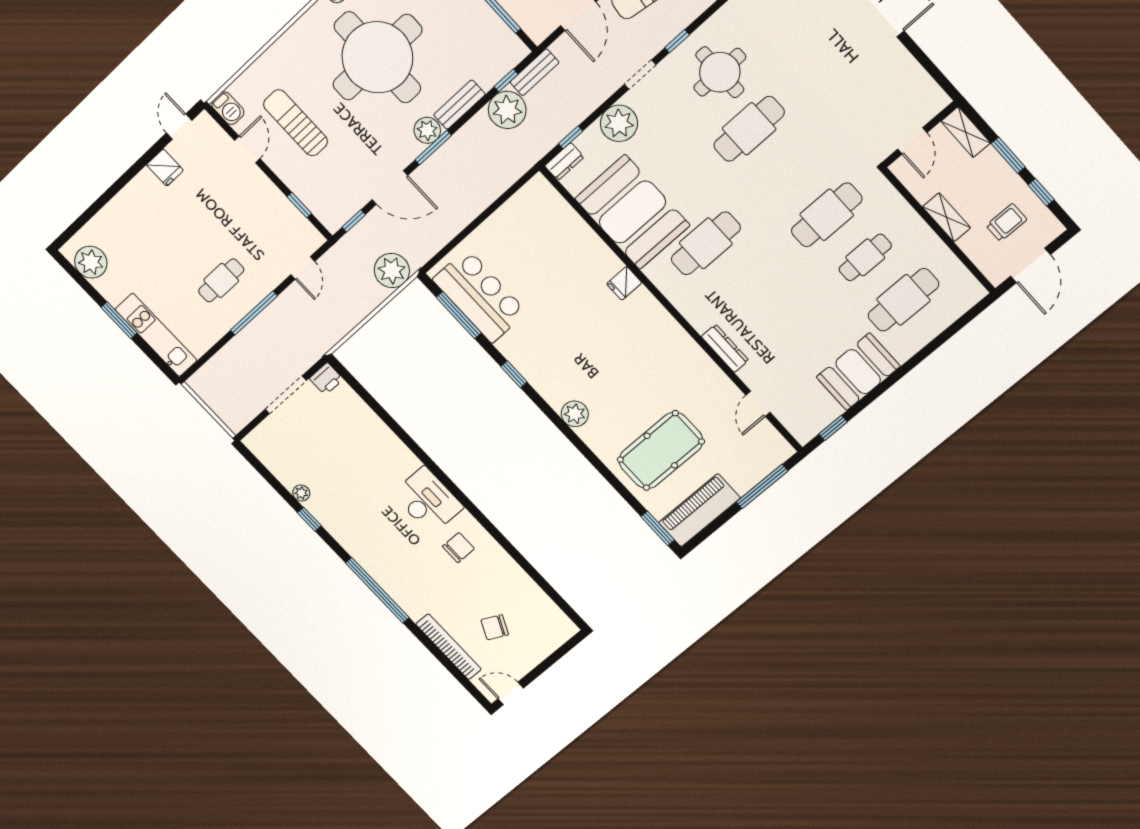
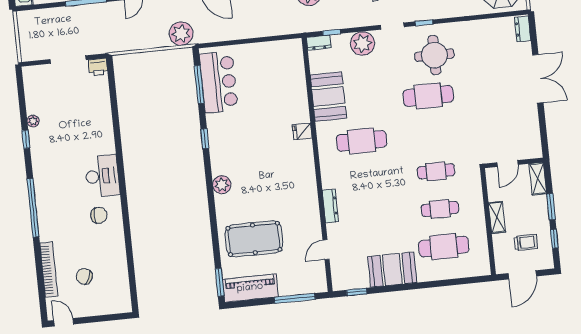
booth: (632, 212) -> (328, 97), width x0.73, depth x0.70
cafe table: (827, 215) -> (436, 171), width x0.73, depth x0.74

